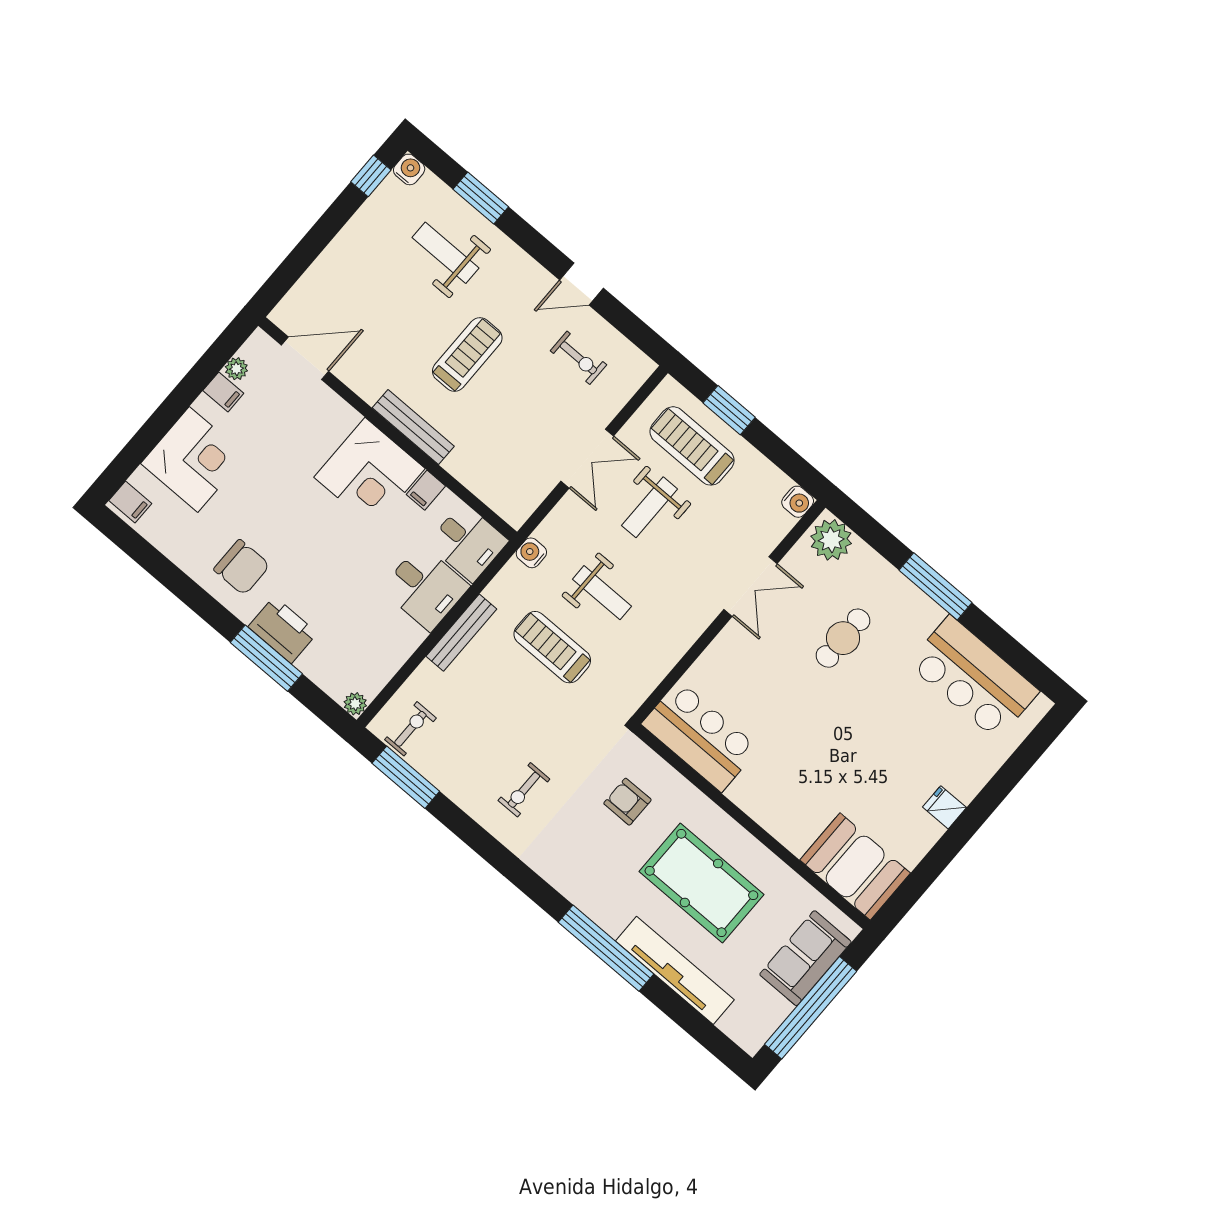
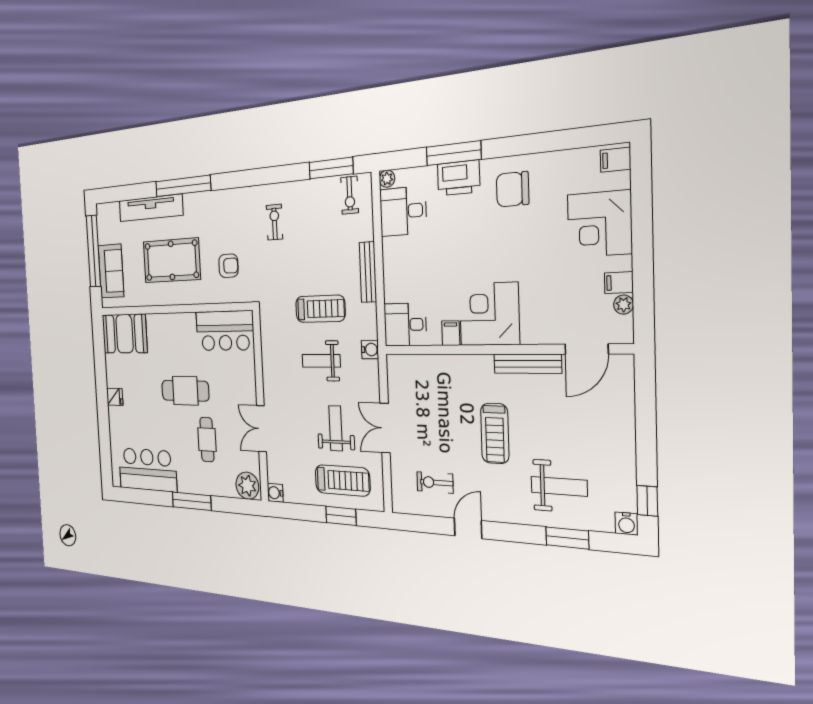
bench: (413, 427) -> (527, 364), moved
desk: (425, 588) -> (403, 211), moved
cafe table: (823, 720) -> (185, 391), added

